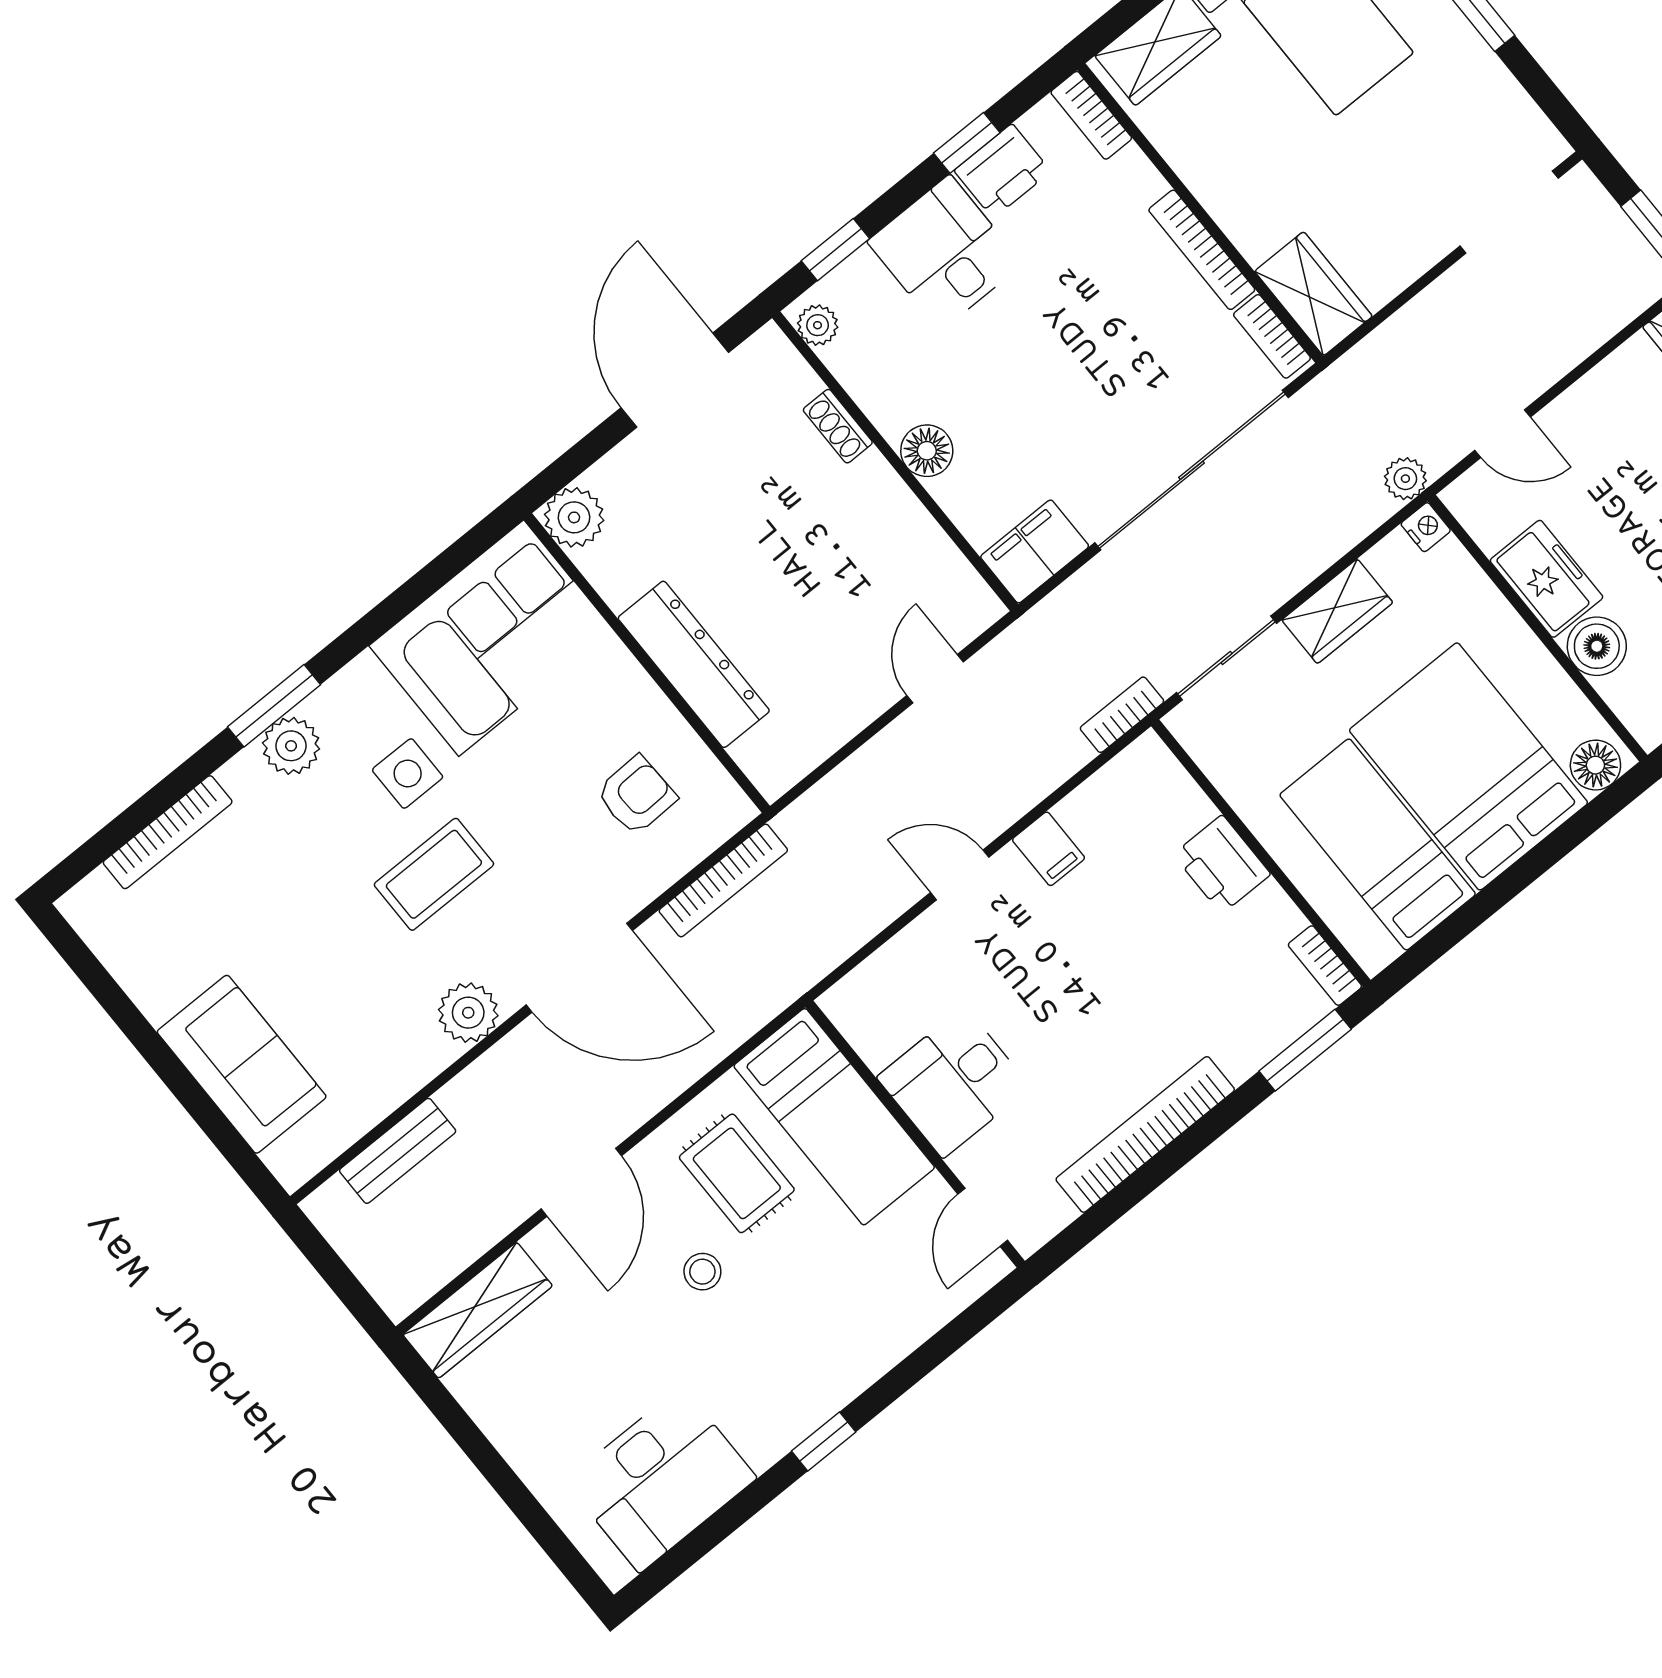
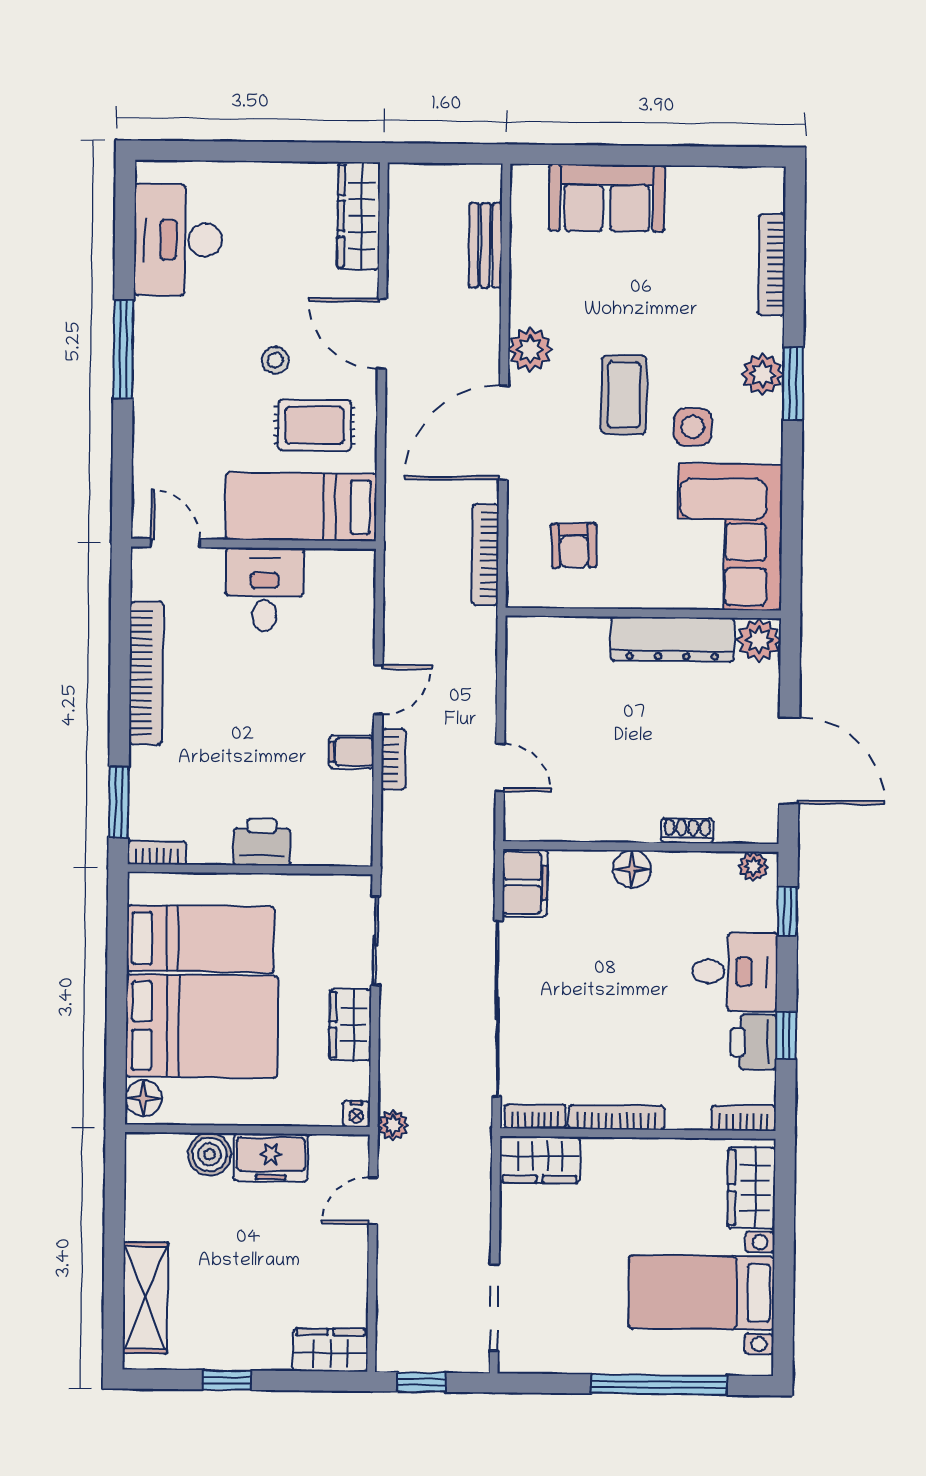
dresser: (694, 664) -> (672, 639), moved
bookcase: (1122, 715) -> (394, 759), moved
window: (824, 1441) -> (123, 349), width x2.17

